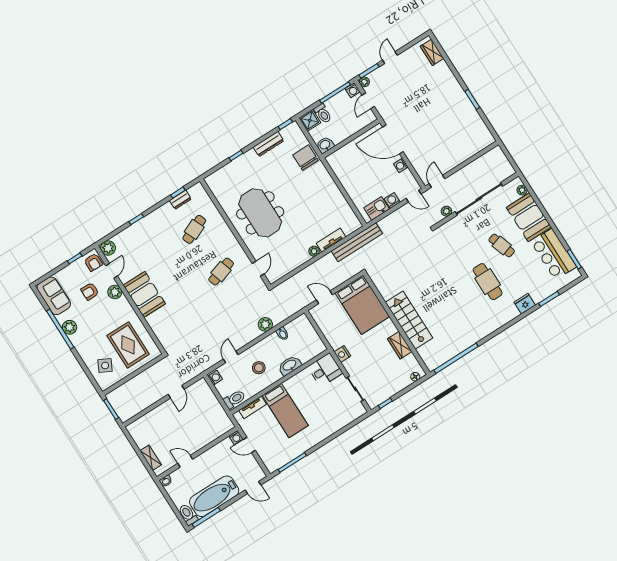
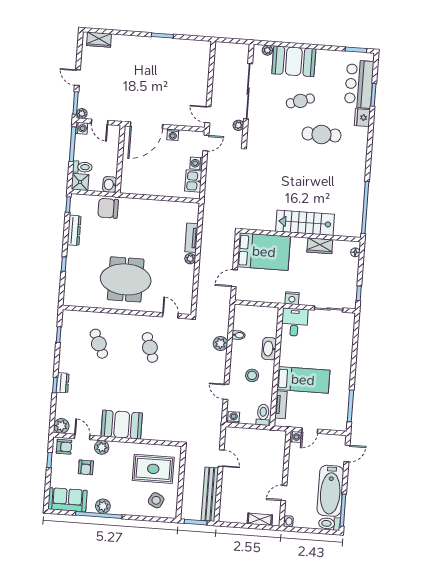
dresser: (180, 200) -> (63, 383), moved
bench: (357, 242) -> (210, 494), moved
bar counter: (554, 254) -> (359, 84), moved, turned 90

